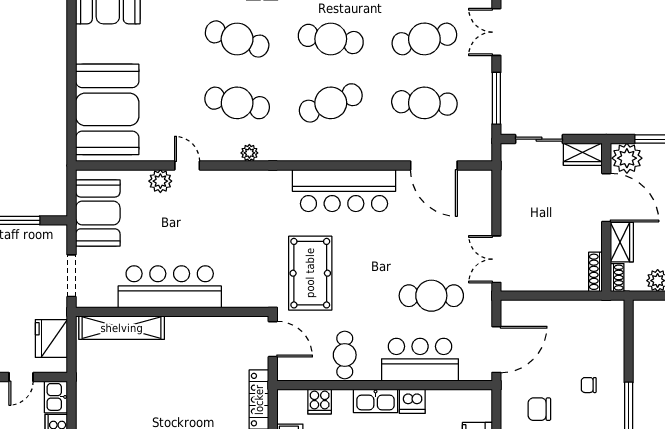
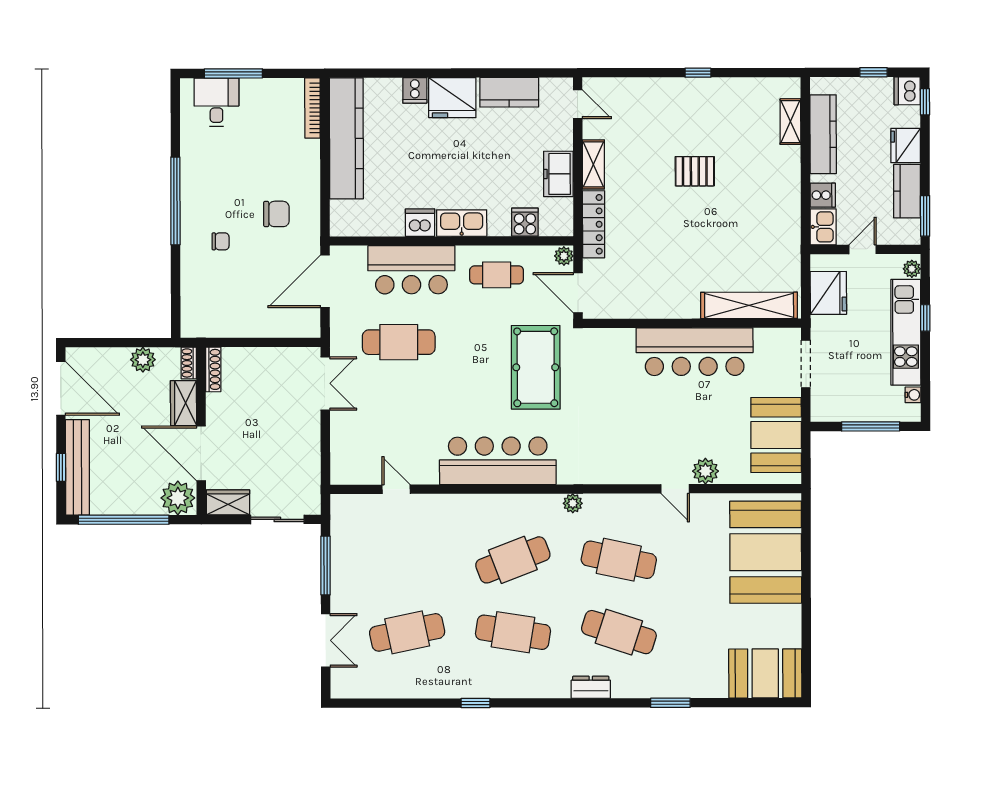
cafe table: (424, 103) -> (407, 560), removed
plant: (249, 153) -> (573, 503), moved
door: (434, 165) -> (396, 489), width x0.53
cafe table: (345, 355) -> (497, 275), turned 90
plant: (285, 372) -> (564, 256), added

